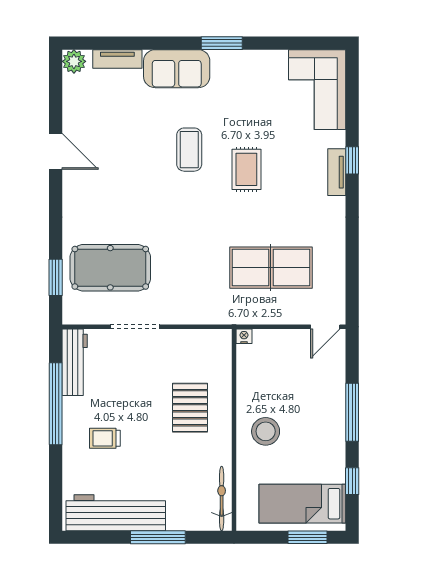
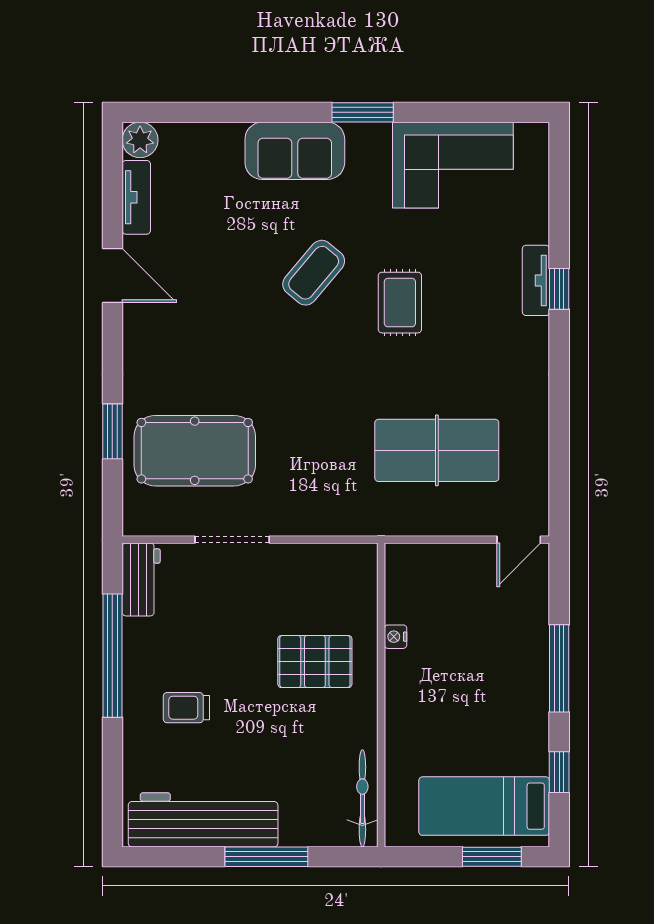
tv unit: (117, 59) -> (136, 197), moved, turned -90
corner sofa: (317, 90) -> (453, 165), moved, turned -90
coffee table: (189, 150) -> (314, 273), turned 40
tv unit: (337, 172) -> (536, 280), moved
window: (56, 277) -> (112, 431), moved
nightstand: (244, 336) -> (396, 637), moved, turned -90
workbench: (75, 362) -> (141, 579), width x0.73
pallet: (190, 408) -> (315, 662), turned 90
stool: (266, 431) -> (429, 697), removed

